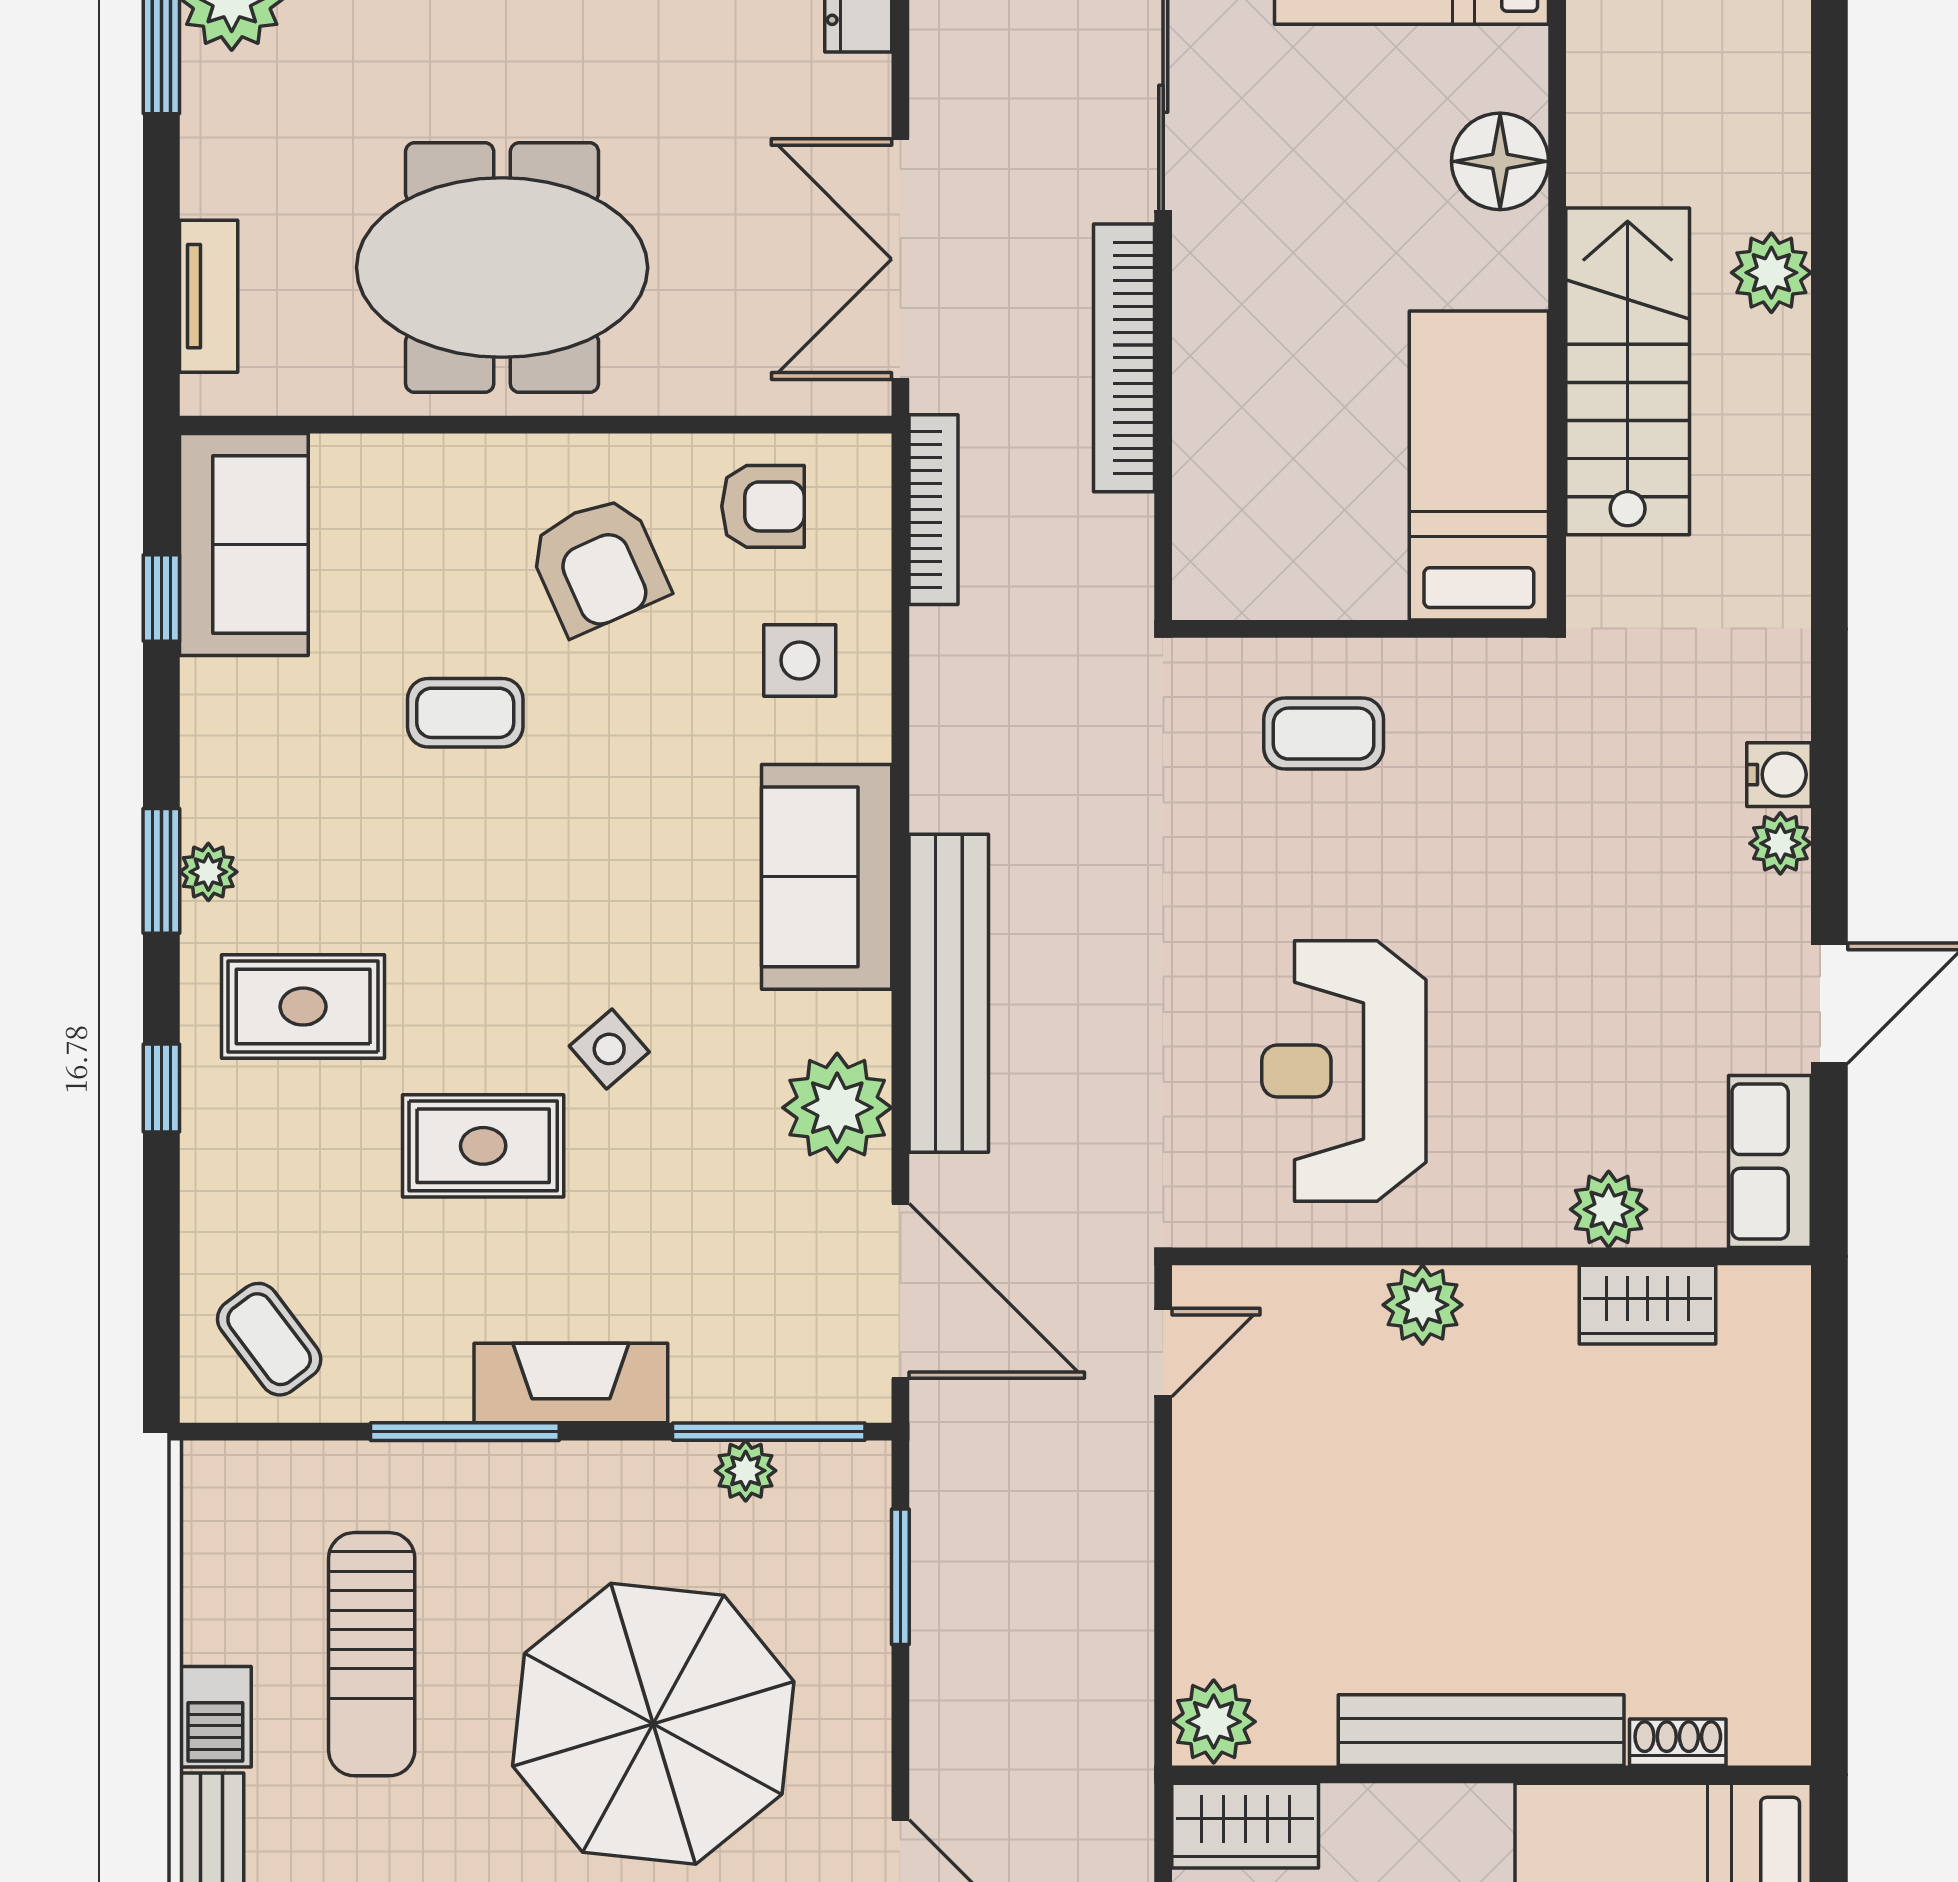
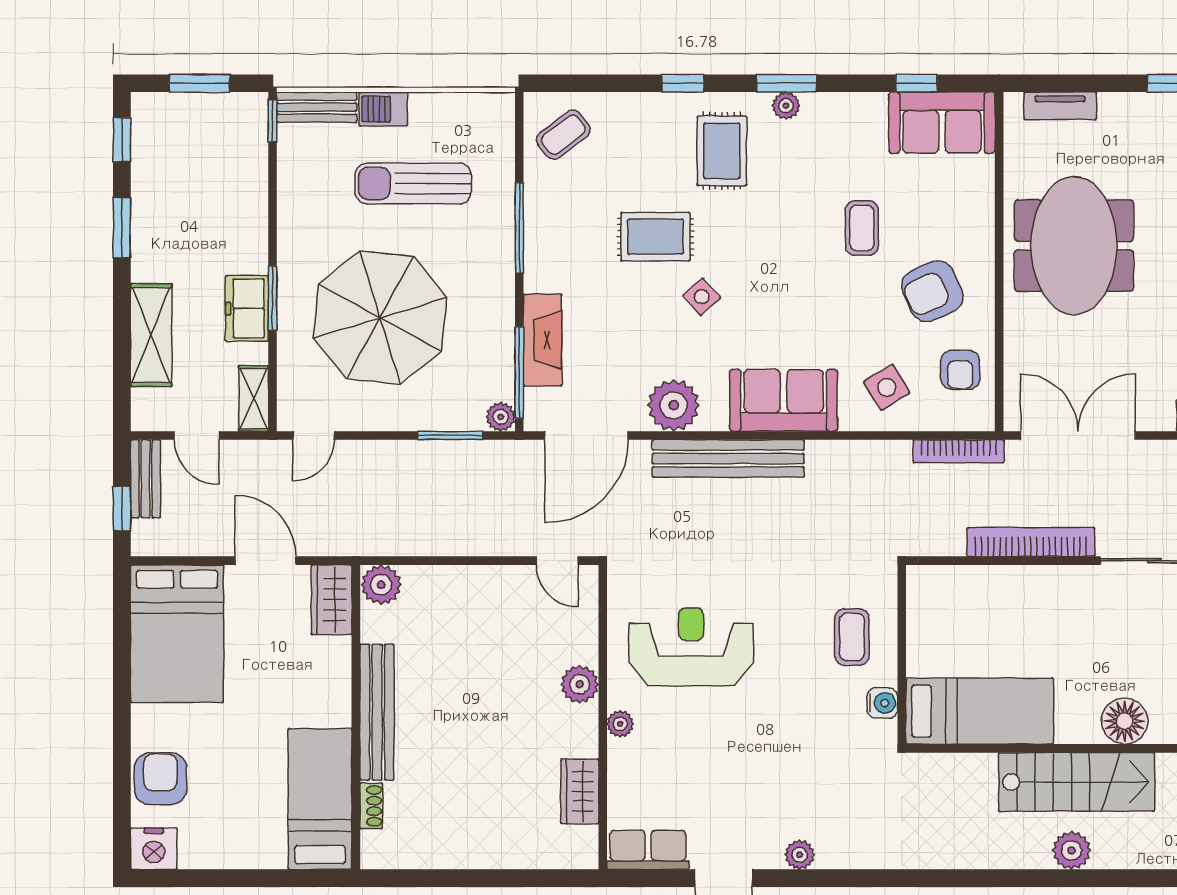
stairs: (1628, 371) -> (1077, 782), moved
side table: (800, 660) -> (887, 387), turned -31
water cooler: (1779, 775) -> (882, 703), moved, turned -90
rug: (483, 1146) -> (655, 237), turned 90
plant: (1609, 1209) -> (620, 724), moved, width x0.73, depth x0.73
fireplace: (571, 1383) -> (542, 340), moved
plant: (746, 1471) -> (501, 417), moved

